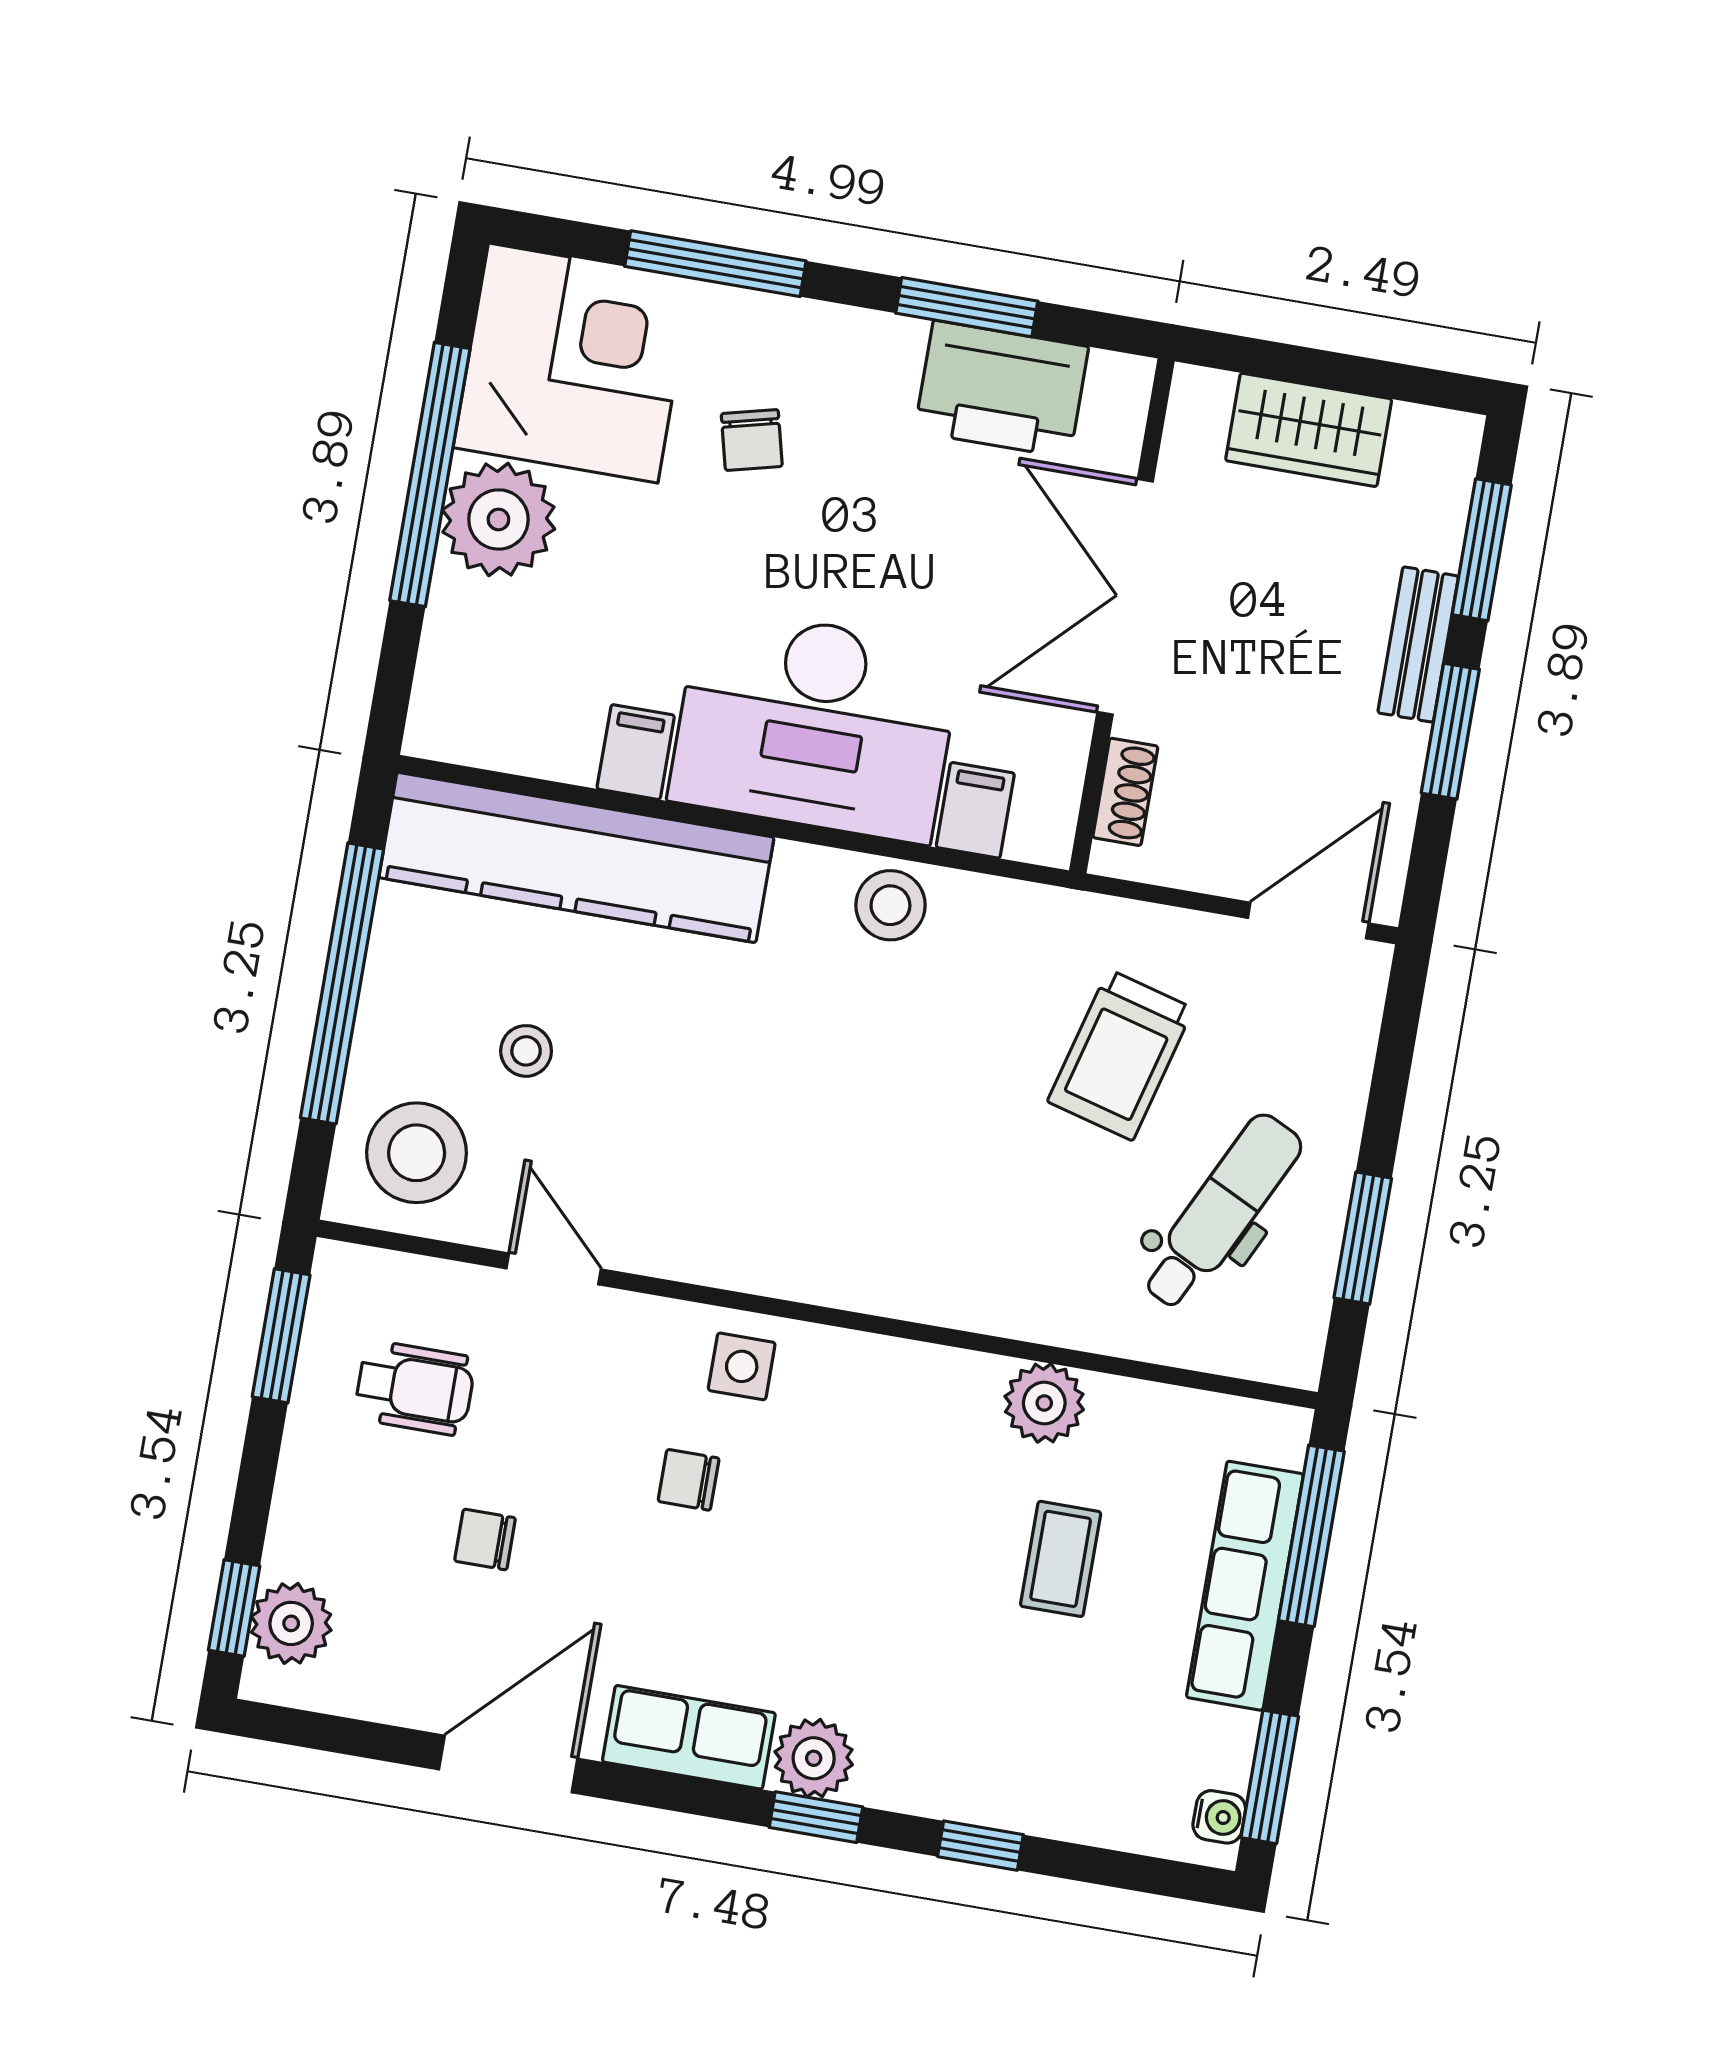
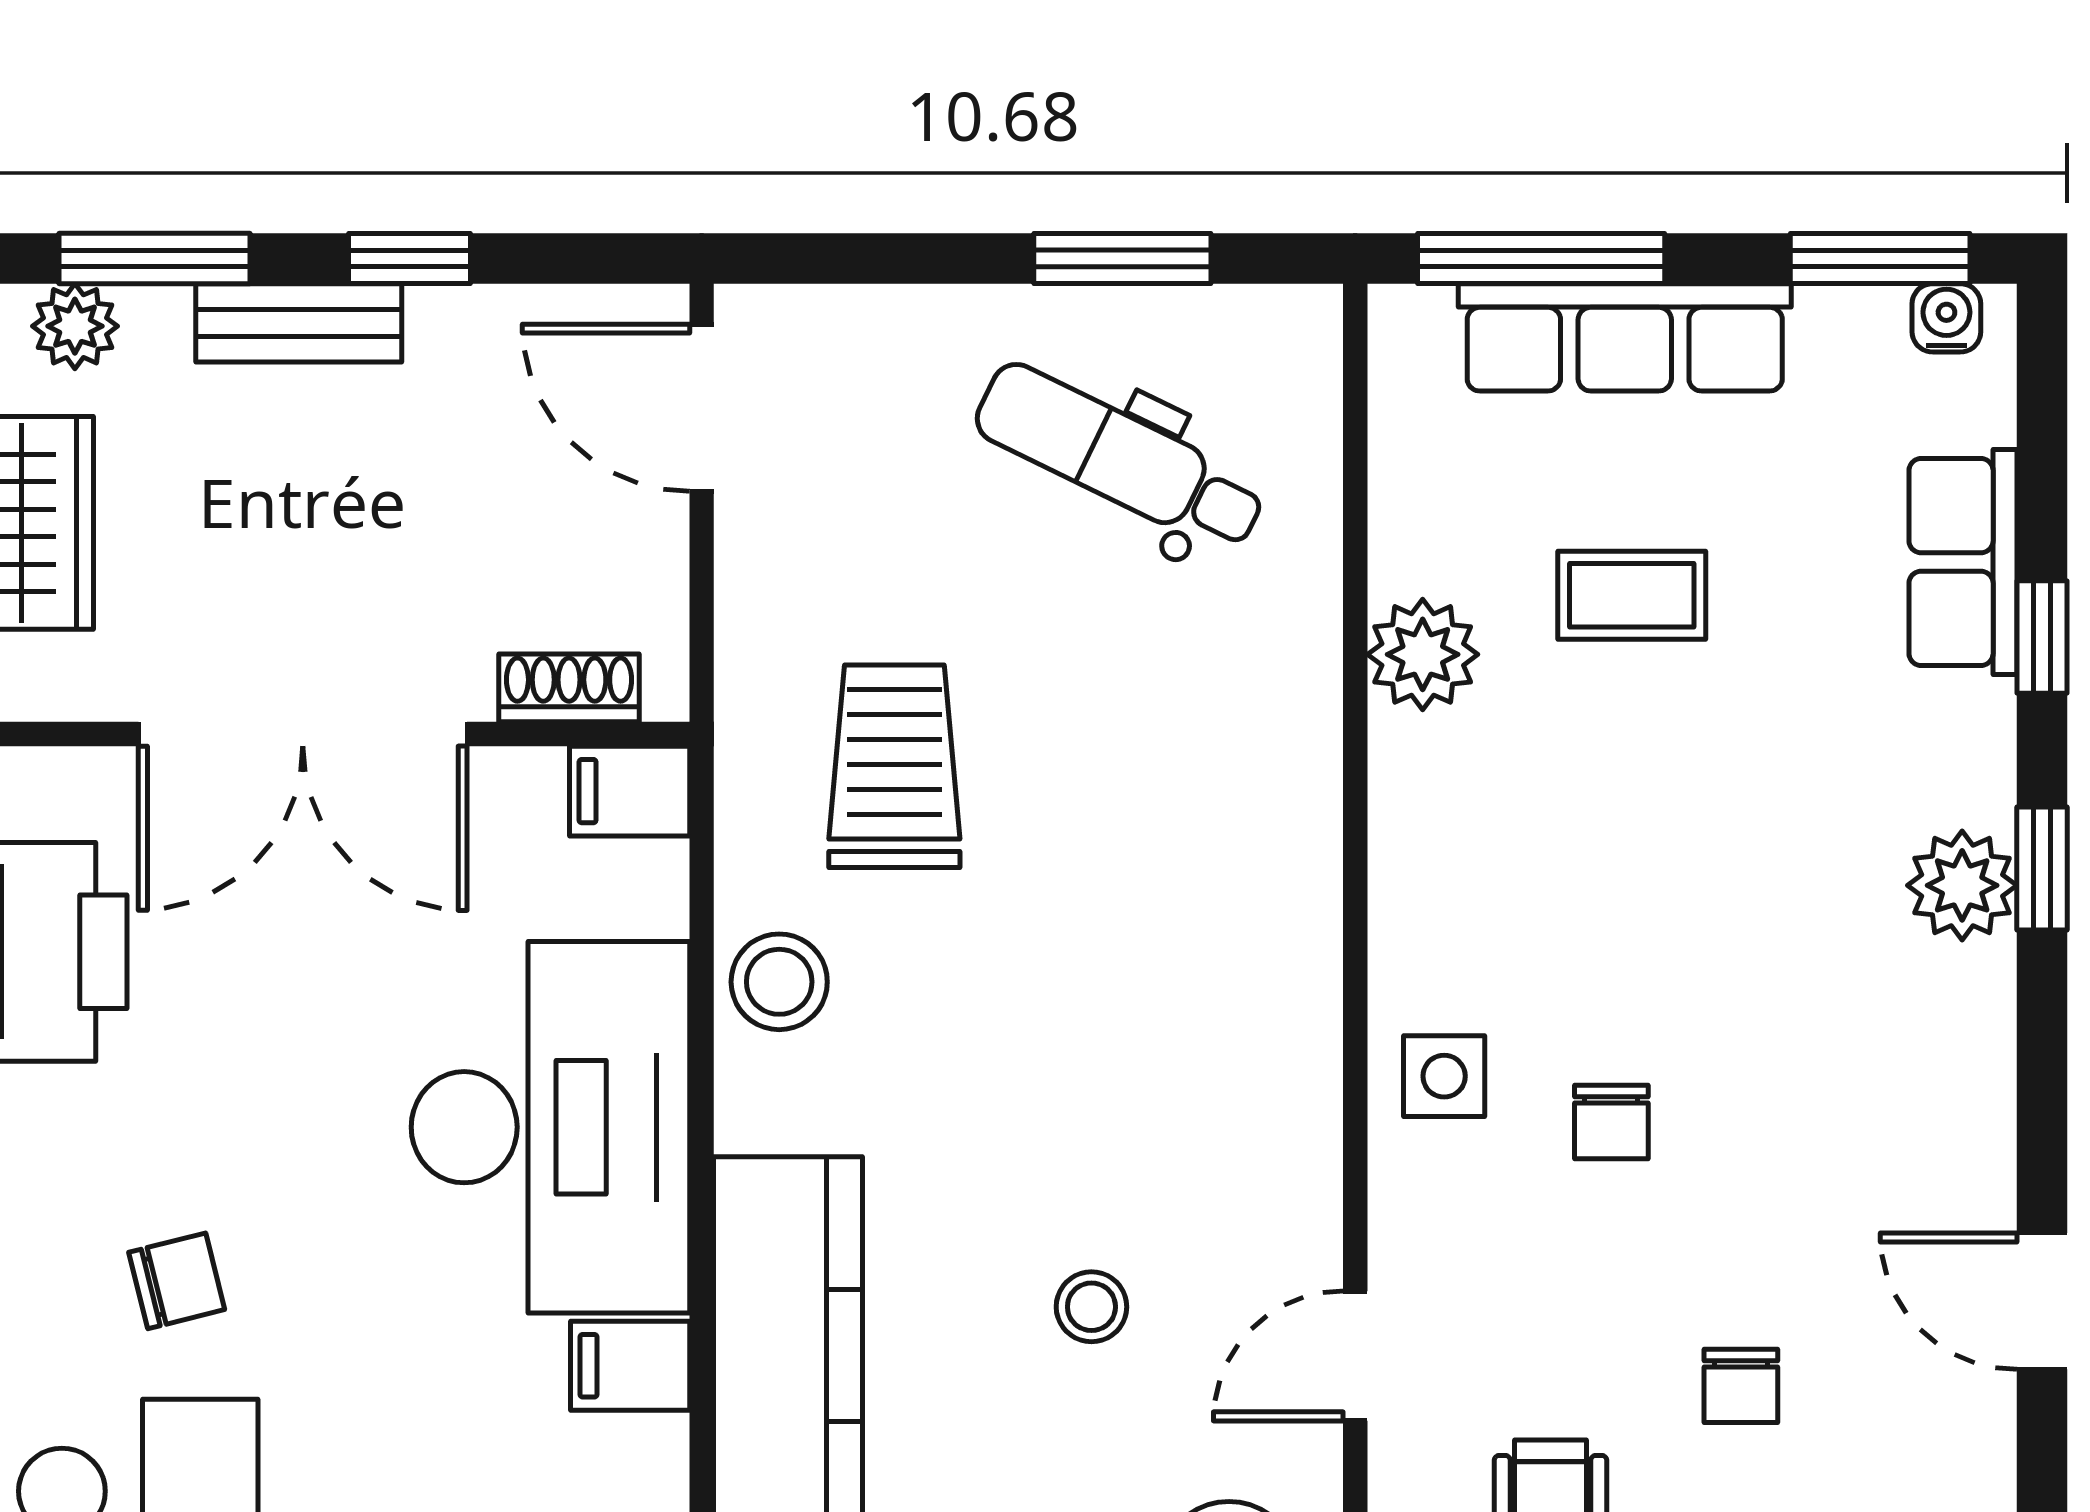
plant: (1443, 485) -> (75, 326), added
window: (1450, 731) -> (410, 258), width x0.67
filing cabinet: (975, 810) -> (630, 791), moved
stool: (526, 1051) -> (1091, 1307), moved
trolley: (1120, 1055) -> (894, 766), moved, turned -105
row of seats: (689, 1737) -> (1963, 562), moved
door: (508, 1764) -> (2042, 1301), width x0.73

